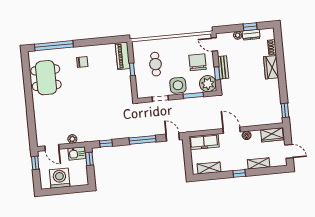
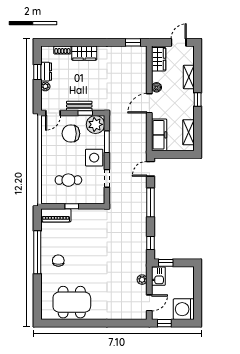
window: (54, 46) -> (37, 252), moved
washing machine: (60, 178) -> (184, 309), moved

